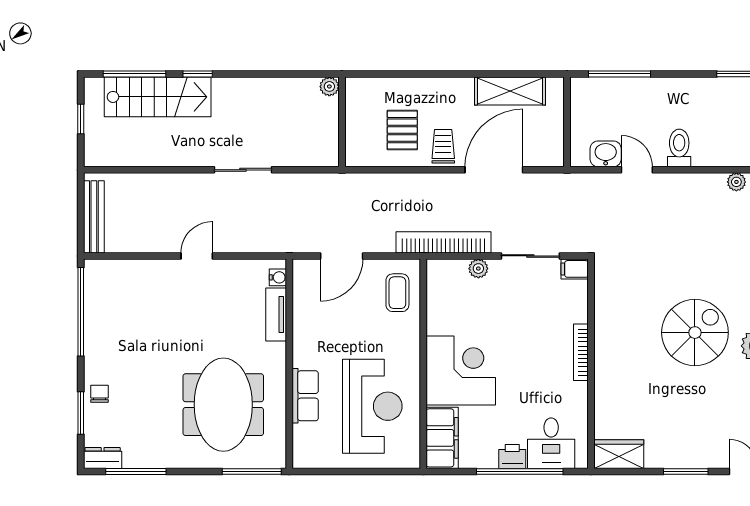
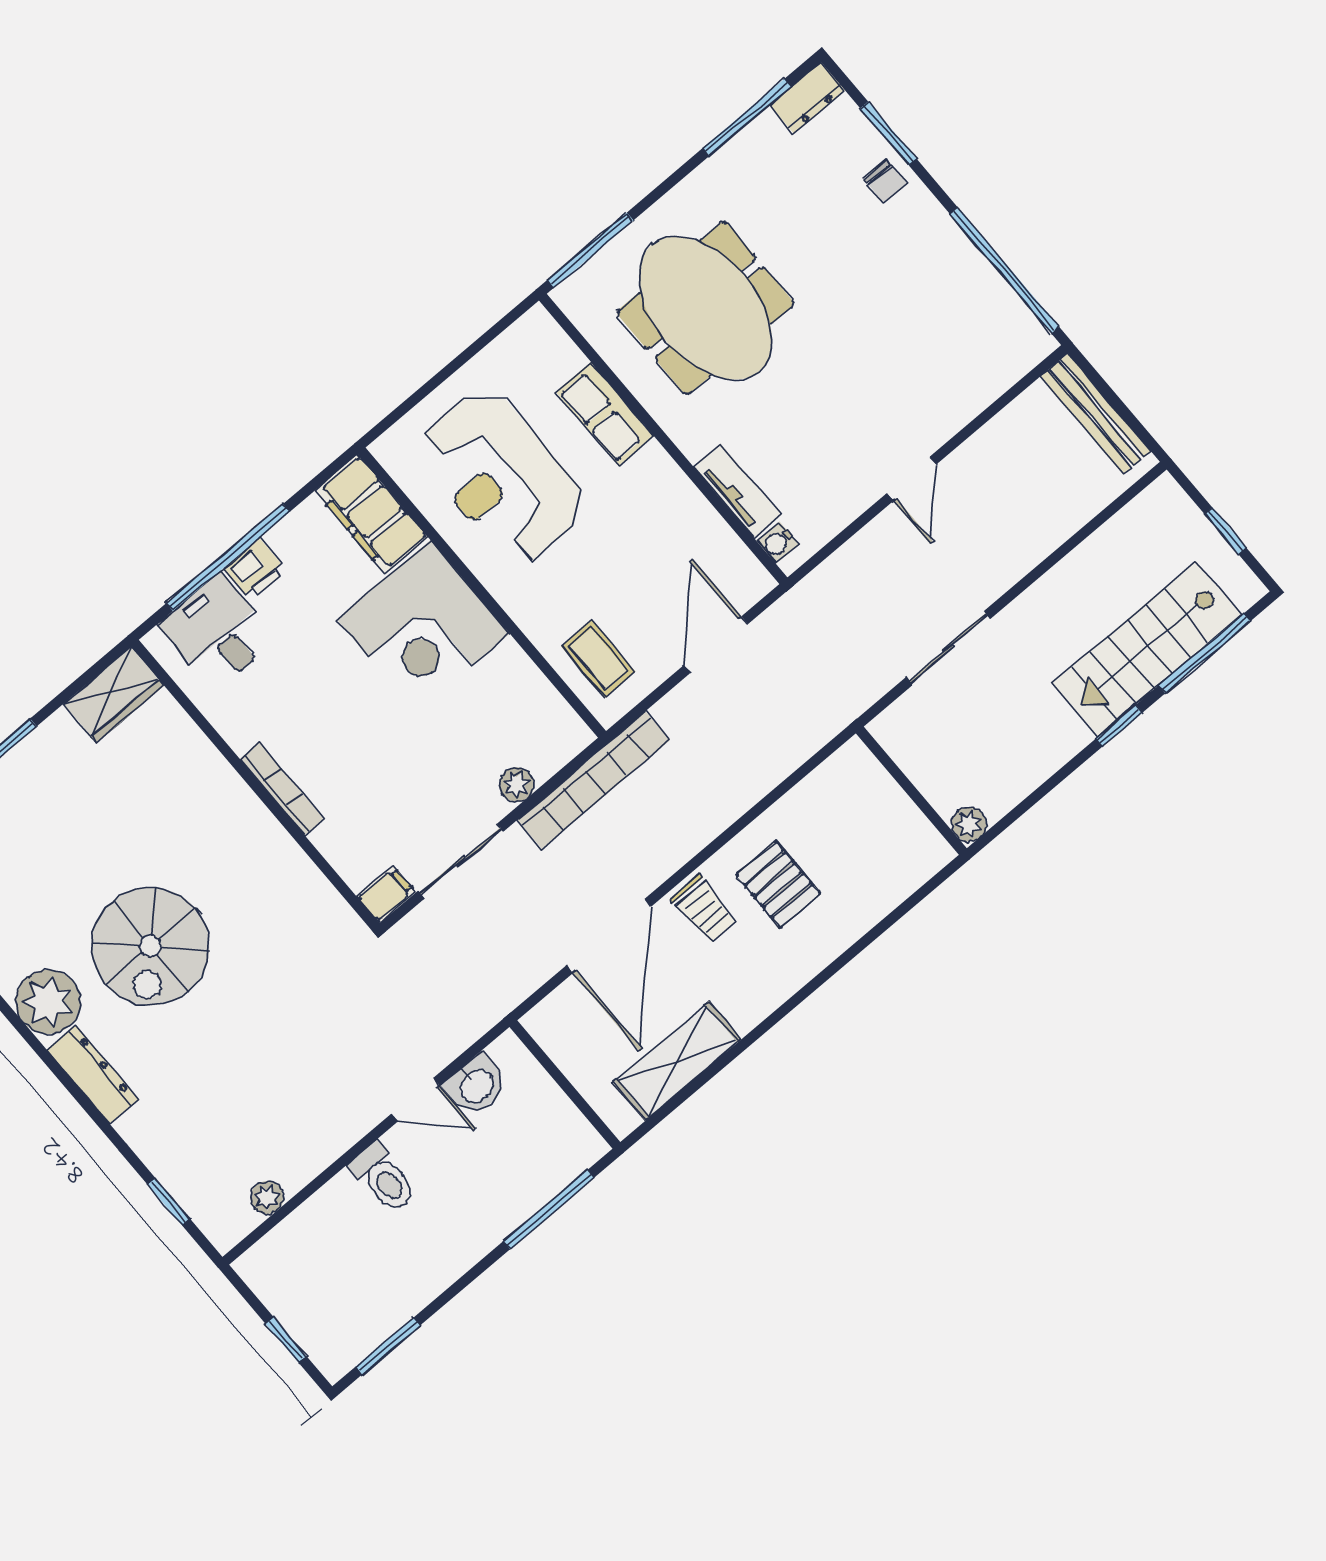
plant: (329, 86) -> (969, 824), moved
wall: (342, 122) -> (911, 791), moved

